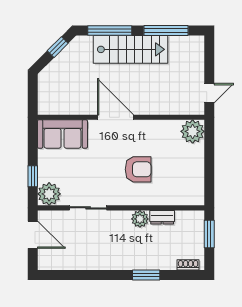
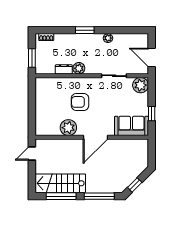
stairs: (130, 49) -> (60, 183), moved
door: (115, 117) -> (95, 137), hinge flipped
plant: (193, 131) -> (68, 128), moved
window: (33, 176) -> (152, 114), moved
plant: (97, 263) -> (108, 38), added
window: (146, 275) -> (85, 30), moved

